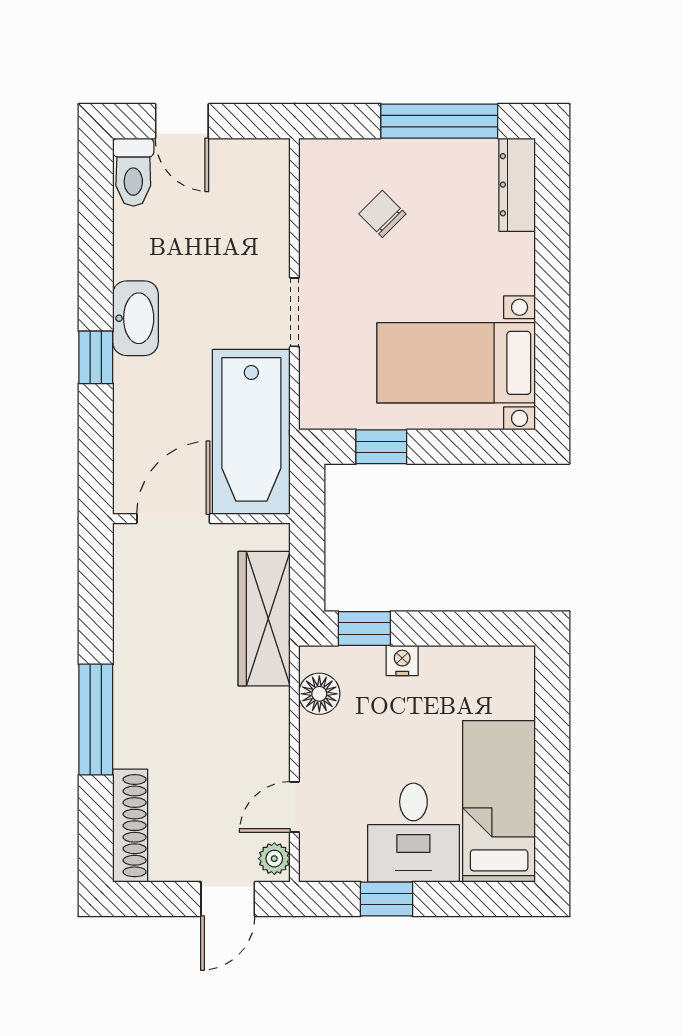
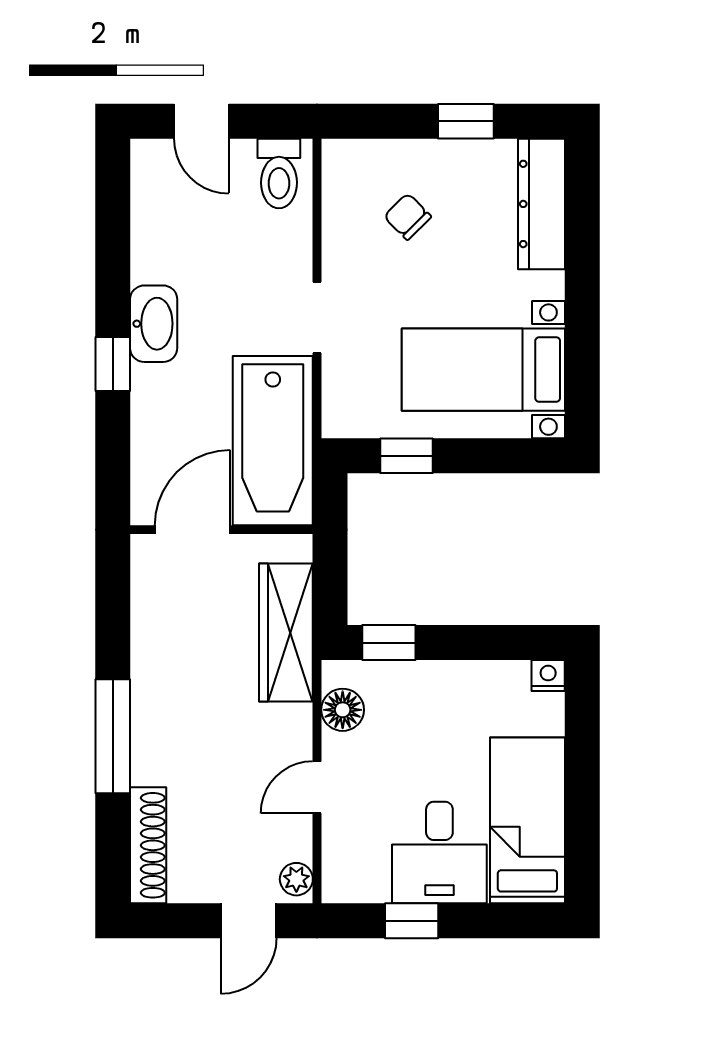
window: (439, 121) -> (466, 121), width x0.46
toilet: (133, 172) -> (279, 173), moved
dresser: (517, 185) -> (541, 204), width x1.37, depth x1.24
nightstand: (402, 660) -> (548, 676), moved
door: (294, 807) -> (317, 787), moved

